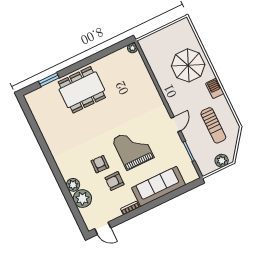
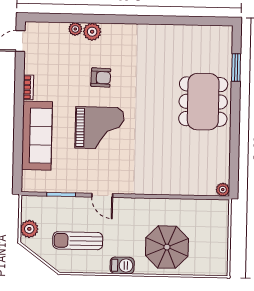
armchair: (114, 181) -> (71, 85), removed
plant: (82, 199) -> (75, 29), width x0.53, depth x0.53

